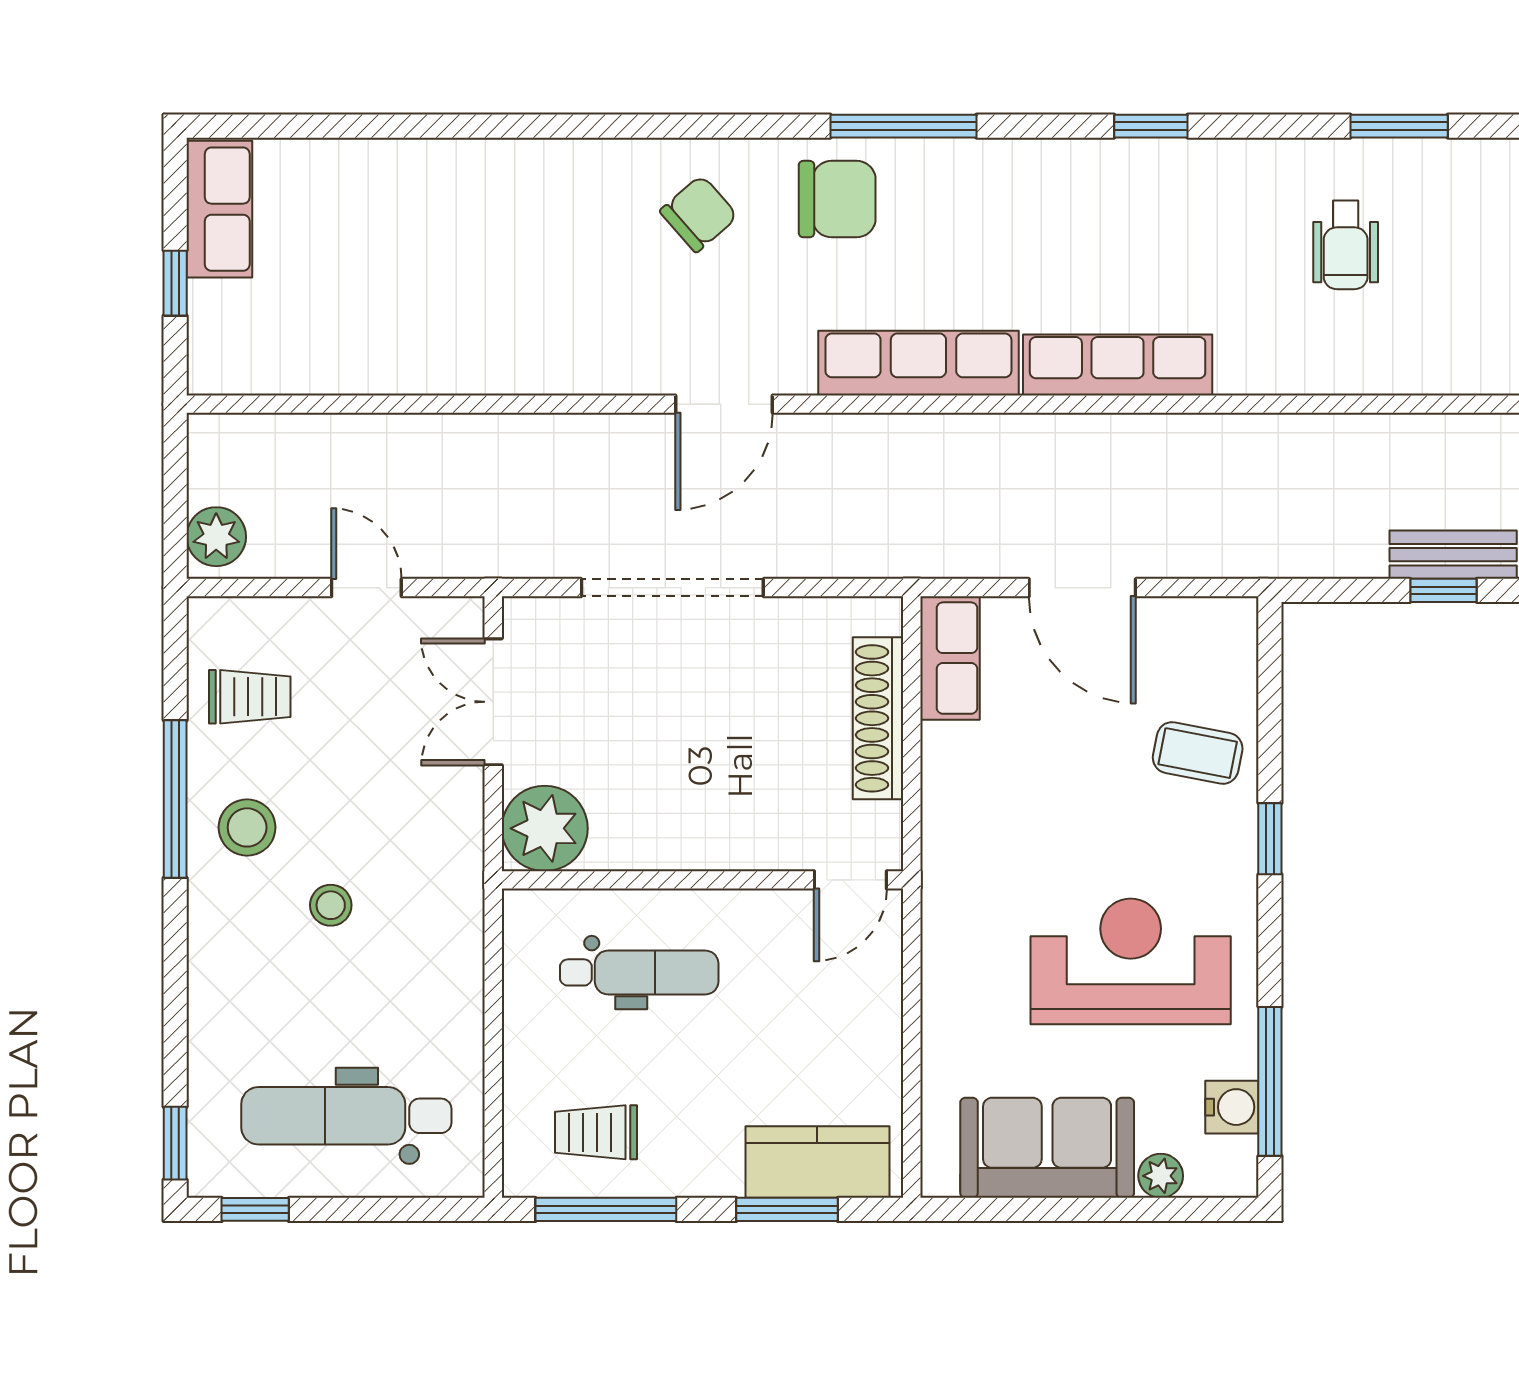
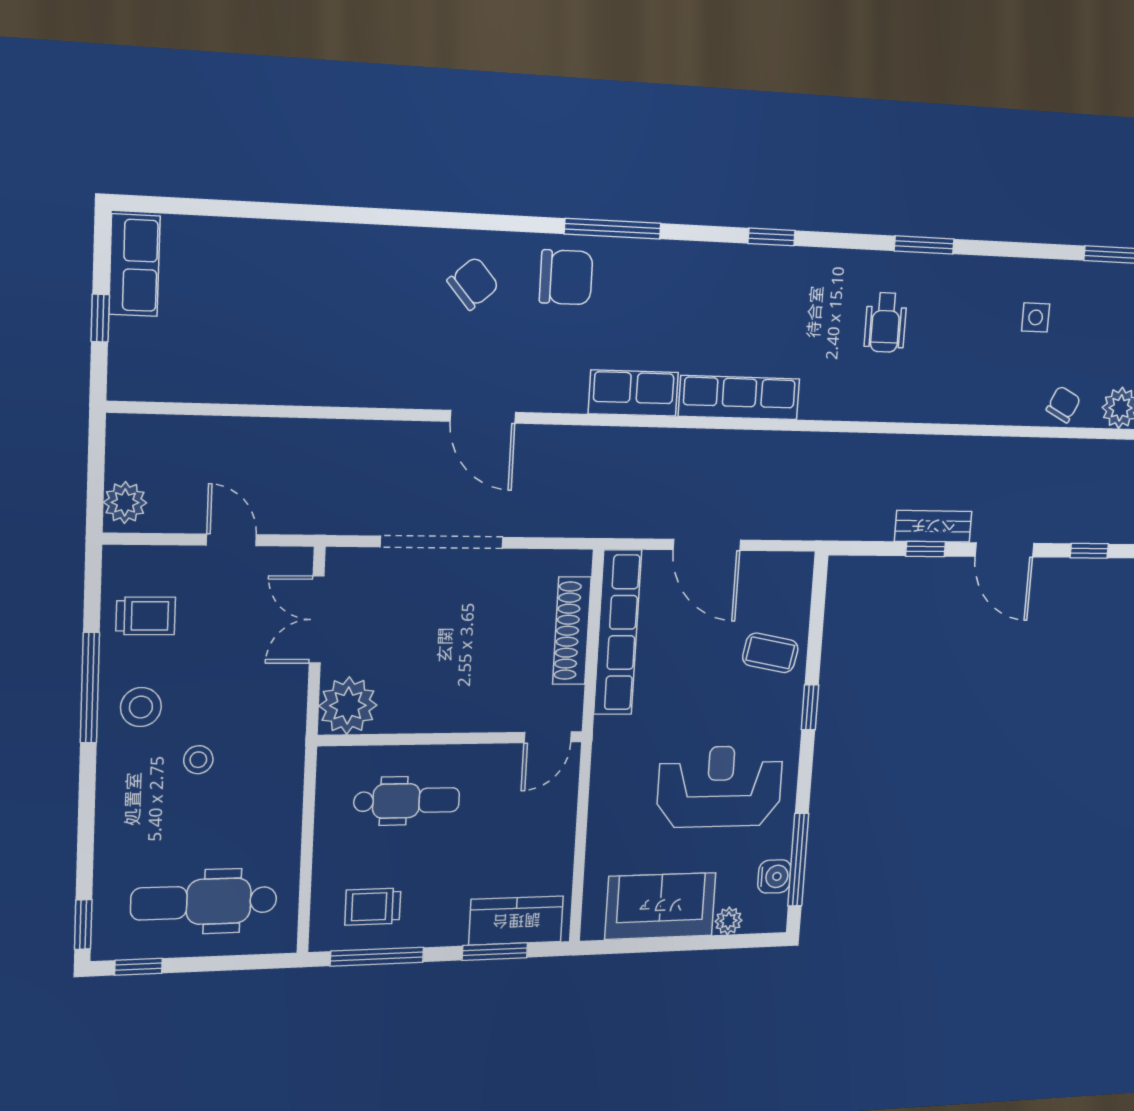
row of seats: (918, 363) -> (633, 393), width x0.68
door: (724, 404) -> (483, 417), hinge flipped
row of seats: (950, 658) -> (618, 632), width x2.02

